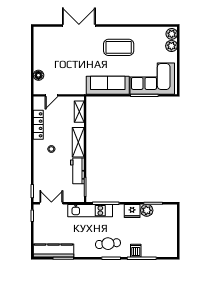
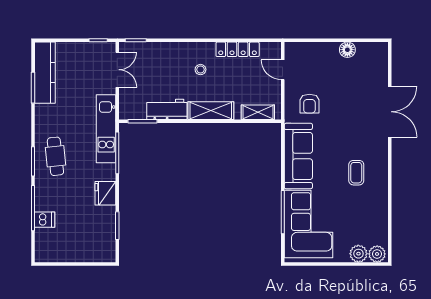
coffee table: (119, 47) -> (356, 173), width x0.54, depth x0.58
floor lamp: (38, 75) -> (347, 50), moved
armchair: (74, 78) -> (309, 104), added
plant: (147, 210) -> (106, 216), removed
dishwasher: (136, 251) -> (45, 220), moved

